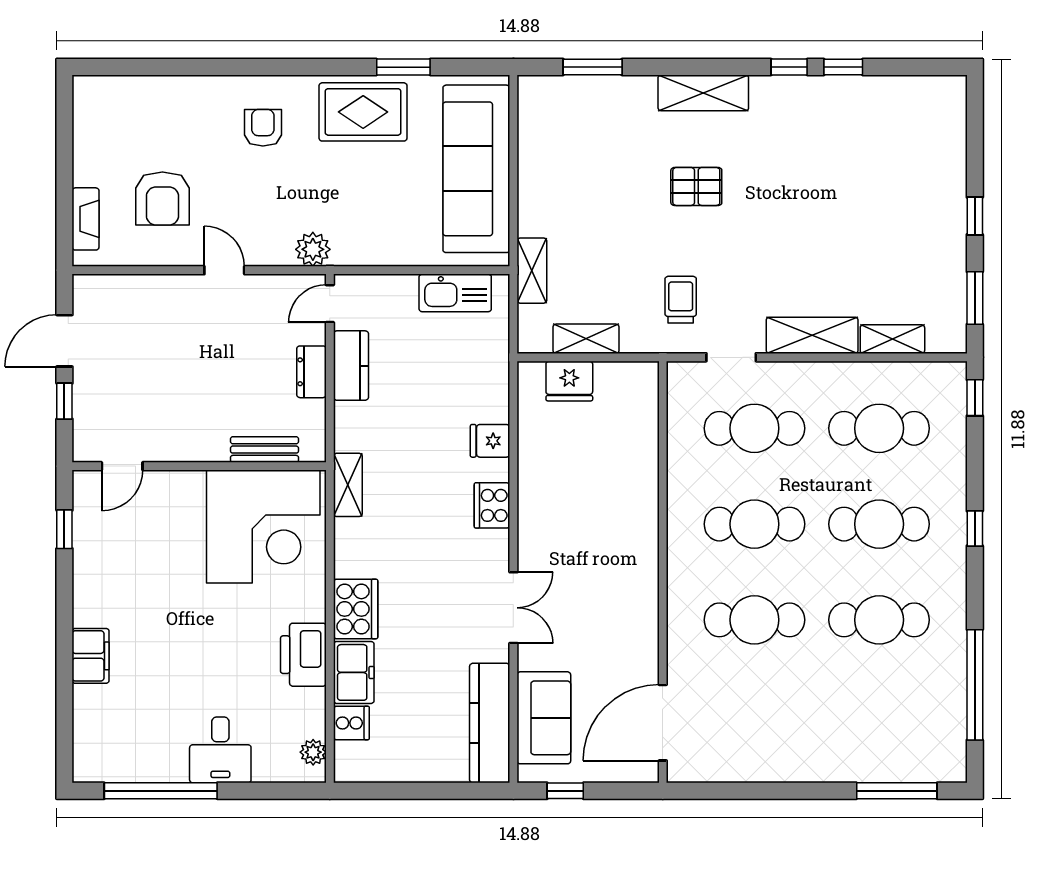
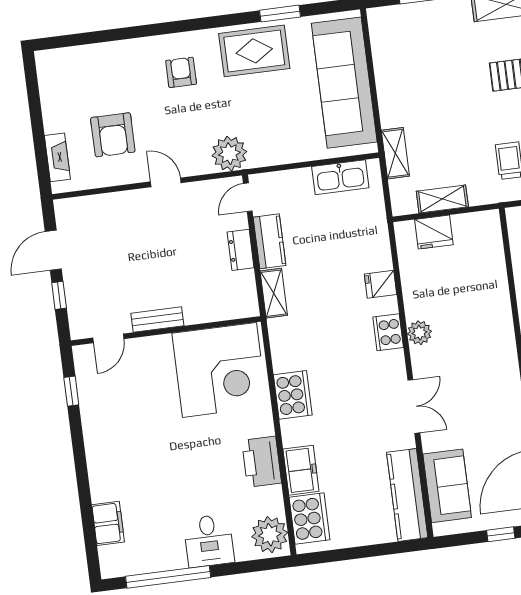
plant: (313, 249) -> (229, 154), width x1.36, depth x1.36
bench: (264, 450) -> (157, 319), moved
shelving: (348, 485) -> (274, 293), moved
plant: (533, 511) -> (420, 333), added
cooker: (356, 609) -> (293, 395), moved
filing cabinet: (91, 656) -> (108, 523), moved
cooker: (351, 723) -> (310, 519), width x1.87, depth x1.31
plant: (313, 752) -> (270, 535), width x1.88, depth x1.88
window: (565, 791) -> (501, 534), moved

